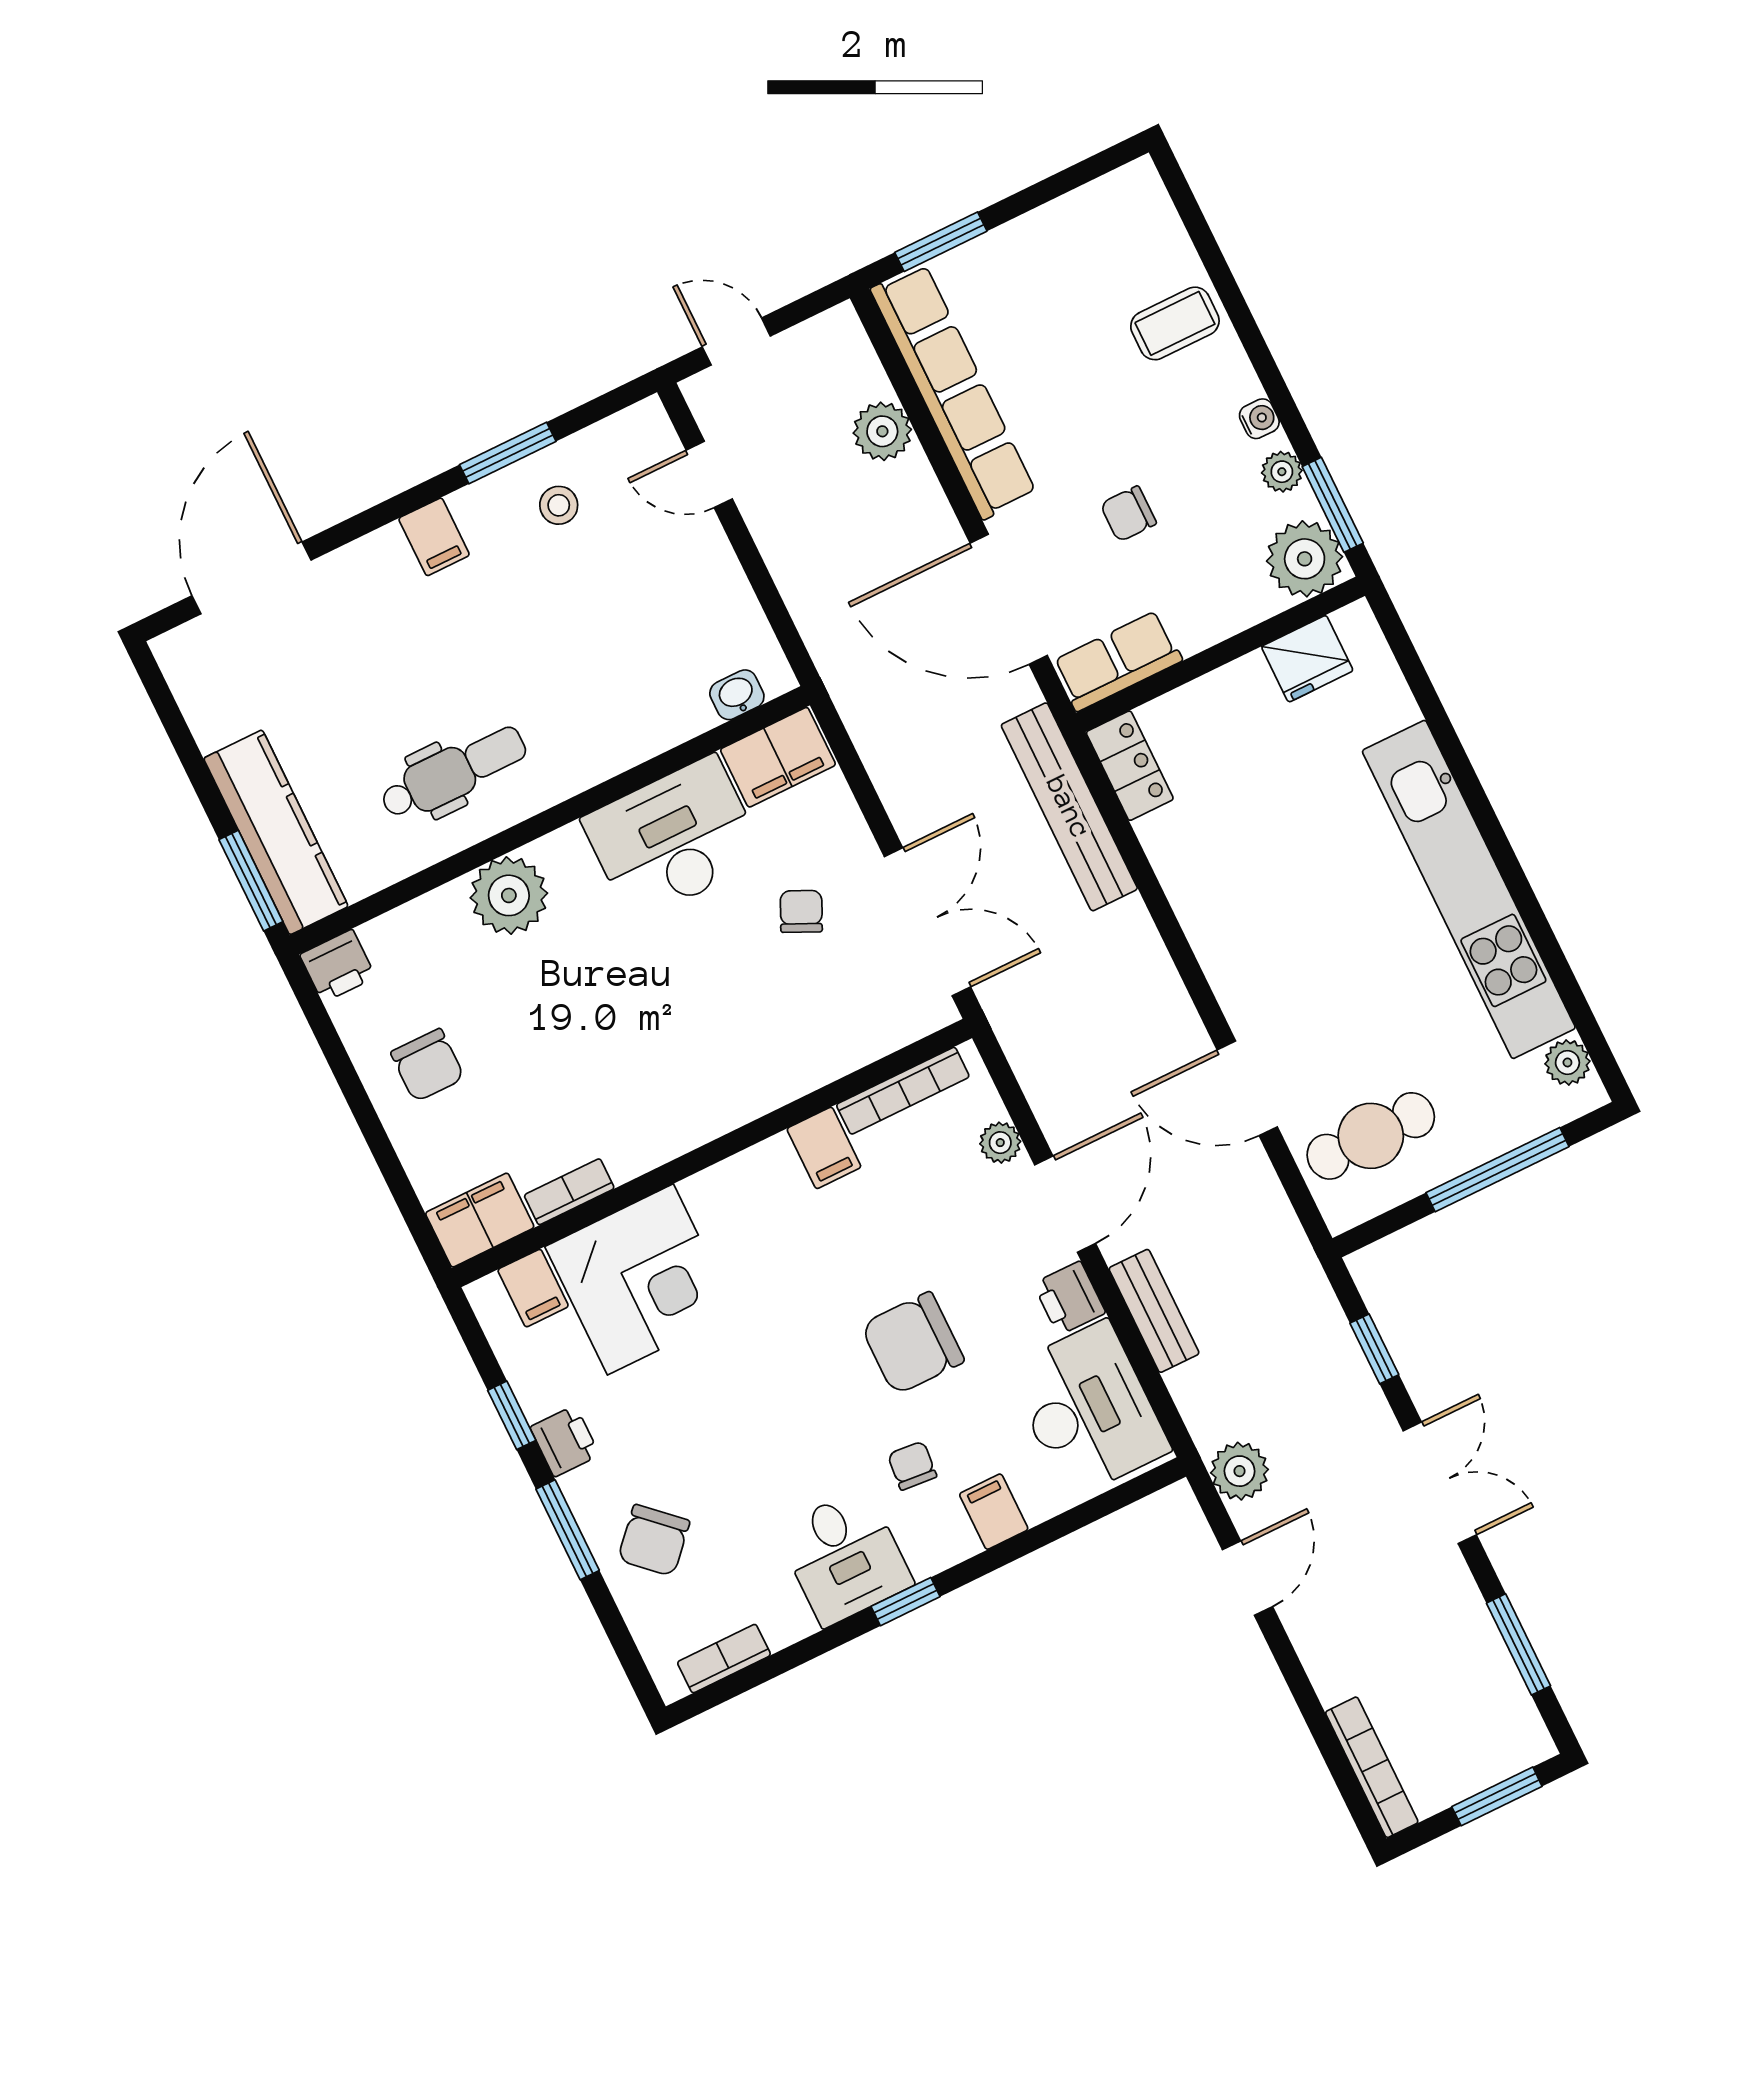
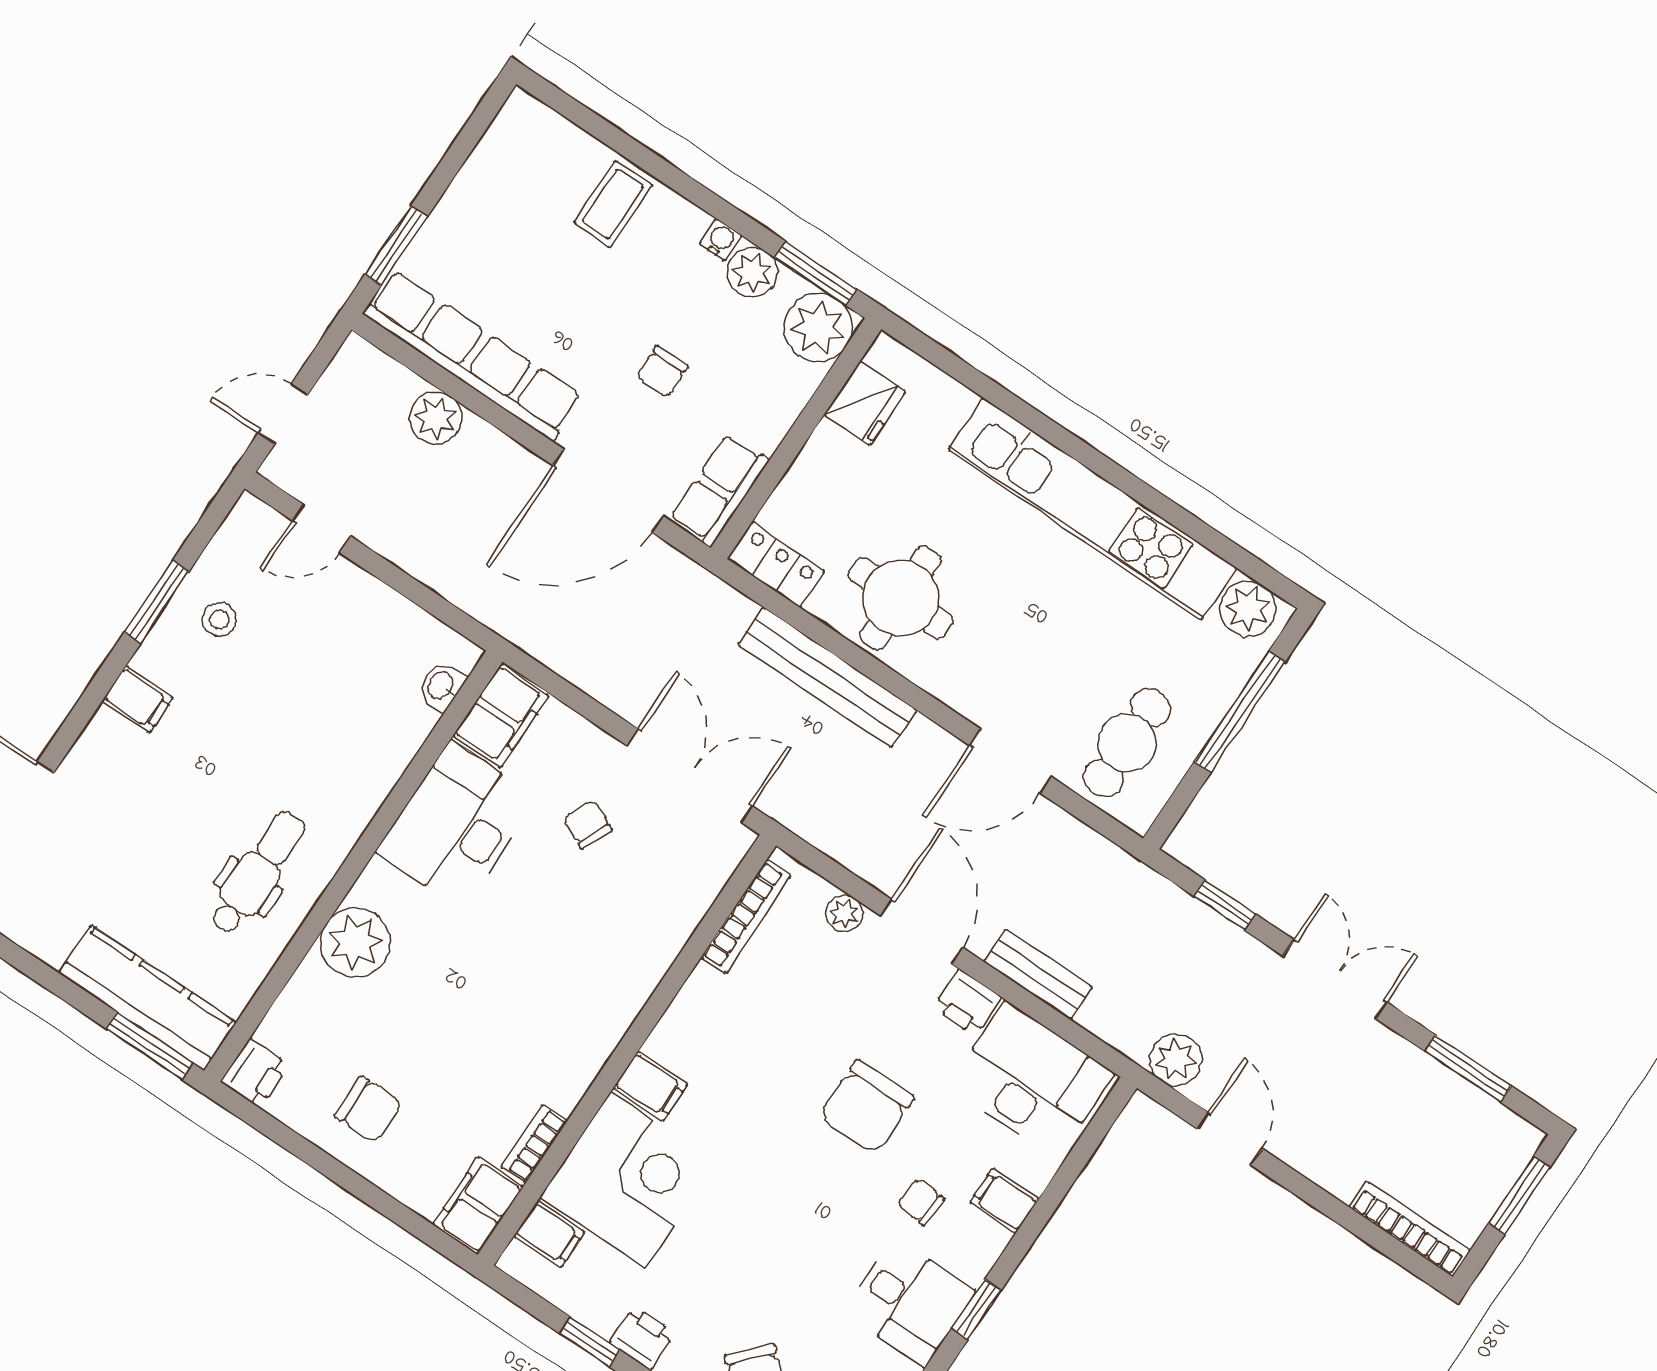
plant: (1282, 472) -> (752, 272), width x1.38, depth x1.38
bench: (1069, 807) -> (827, 677), moved
round table: (1232, 868) -> (901, 598), added
plant: (1567, 1062) -> (1248, 609), width x1.38, depth x1.38
filing cabinet: (824, 1148) -> (651, 1086), moved

